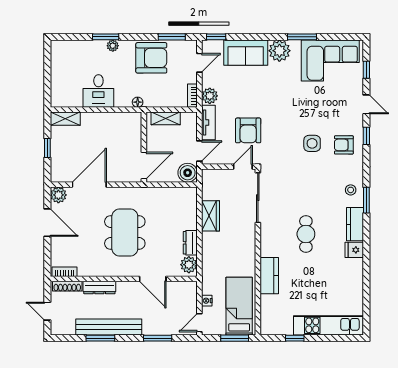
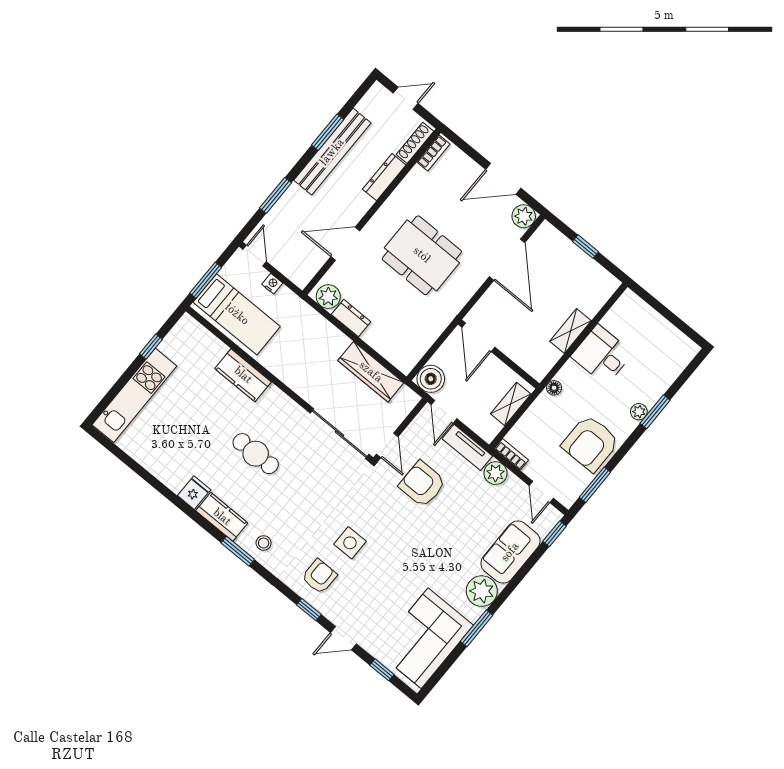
shelving: (65, 119) -> (570, 331), moved
wardrobe: (210, 216) -> (371, 372), width x1.50

